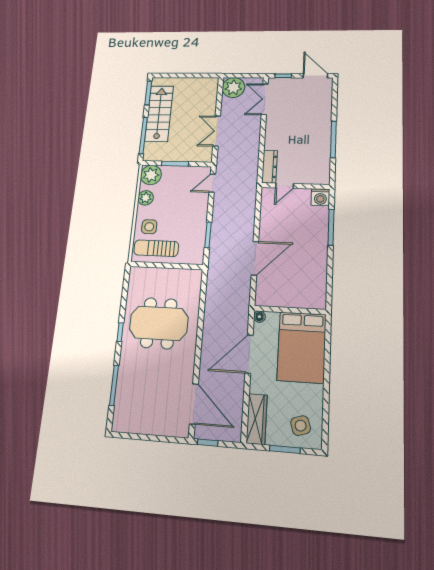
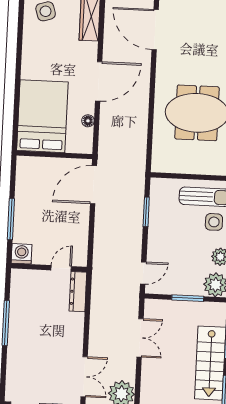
wall: (290, 310) -> (54, 155), moved
bed: (302, 347) -> (42, 116), moved

